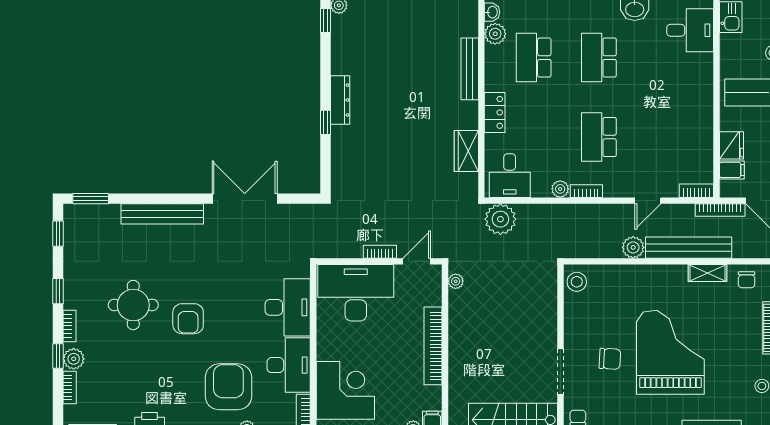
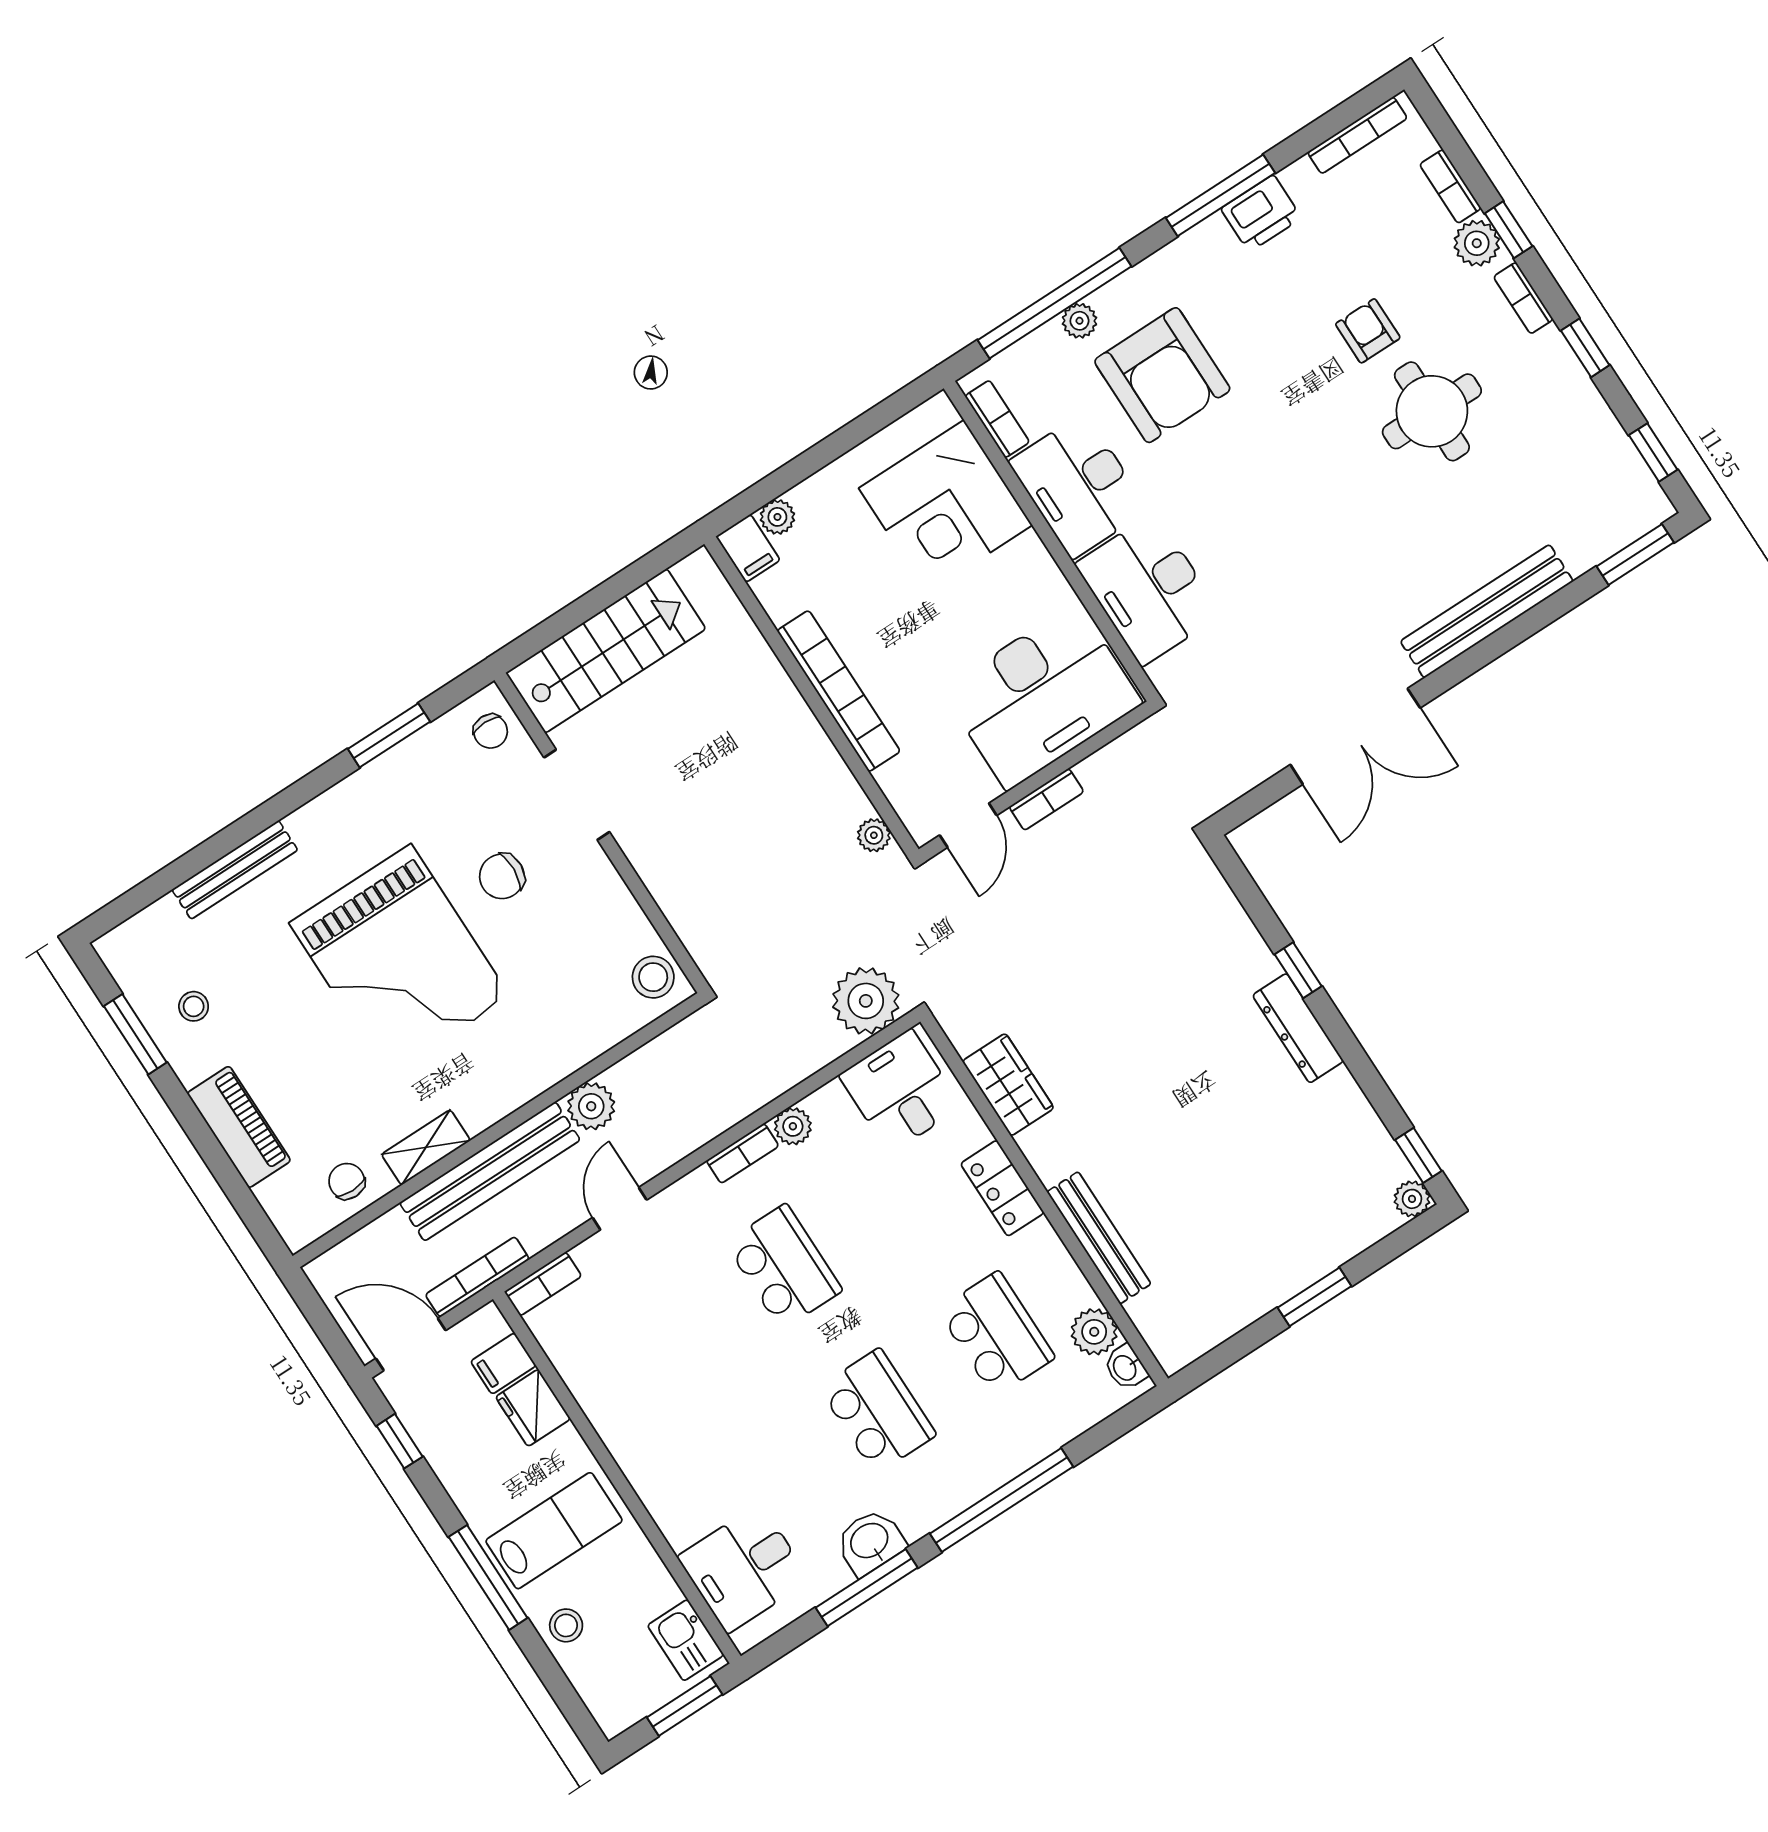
armchair: (188, 319) -> (1368, 331), moved, width x0.72, depth x0.72

